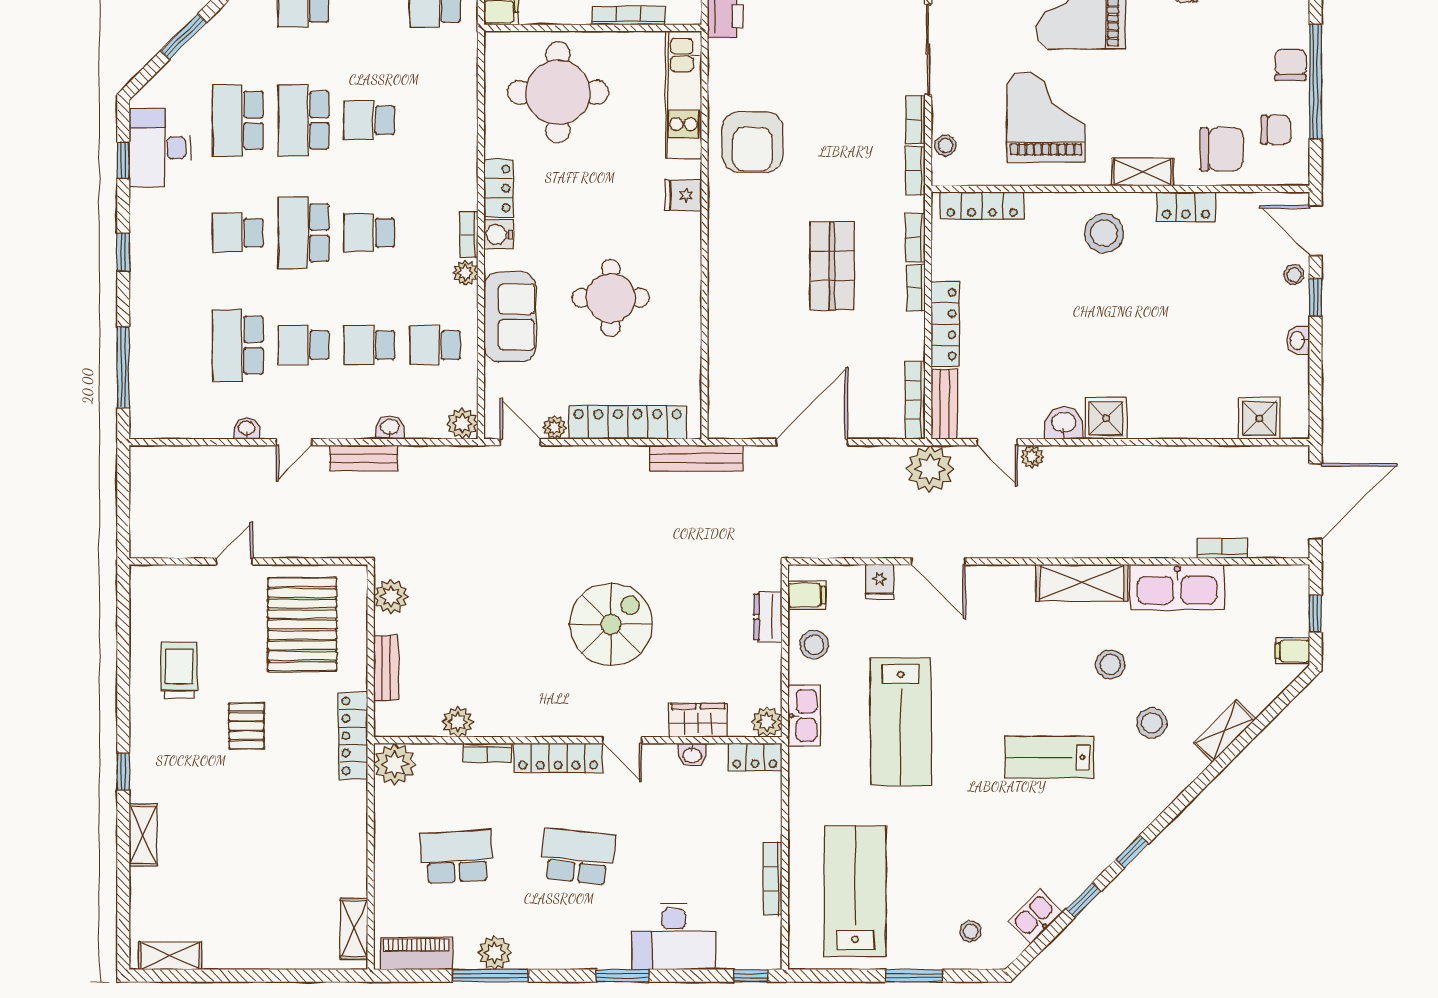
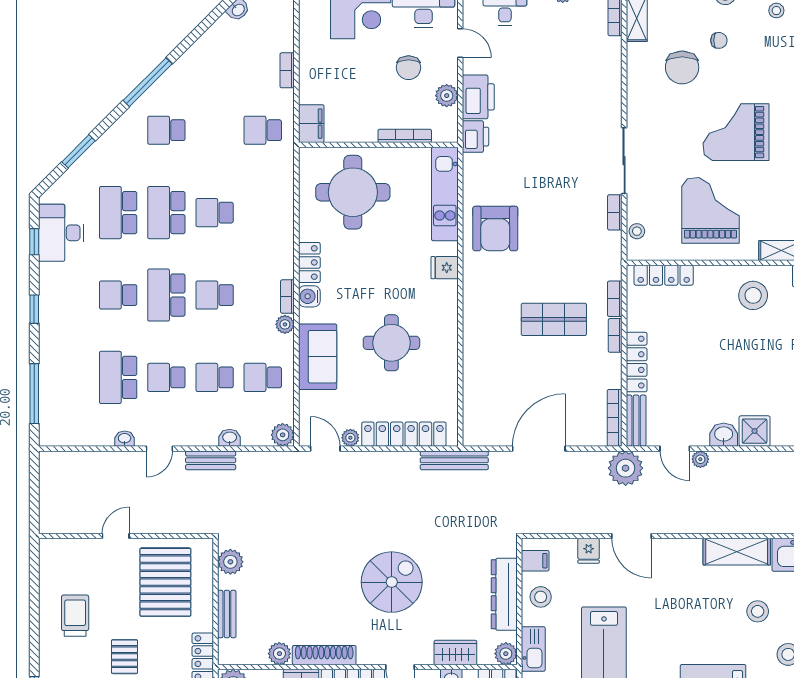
bookcase: (915, 170) -> (615, 249), removed
shop shelf: (832, 266) -> (554, 319), turned 90
dresser: (768, 617) -> (504, 594), width x1.96, depth x1.24
shoe rack: (519, 724) -> (324, 655), added

